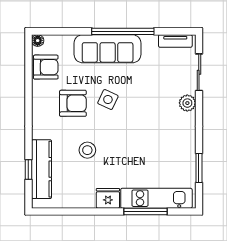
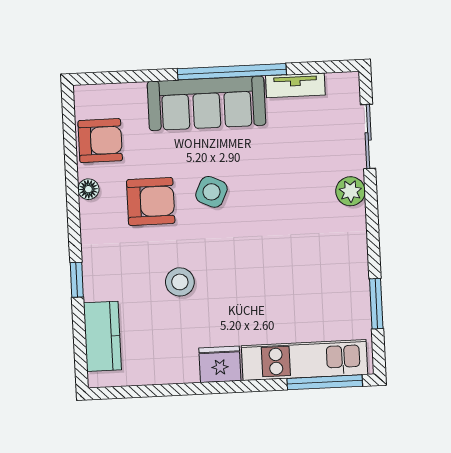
floor lamp: (38, 41) -> (88, 189), moved
tv unit: (175, 41) -> (295, 85), moved
window: (28, 169) -> (77, 280), moved
kitchen counter: (42, 169) -> (102, 336), width x0.67
window: (145, 211) -> (325, 382), moved

